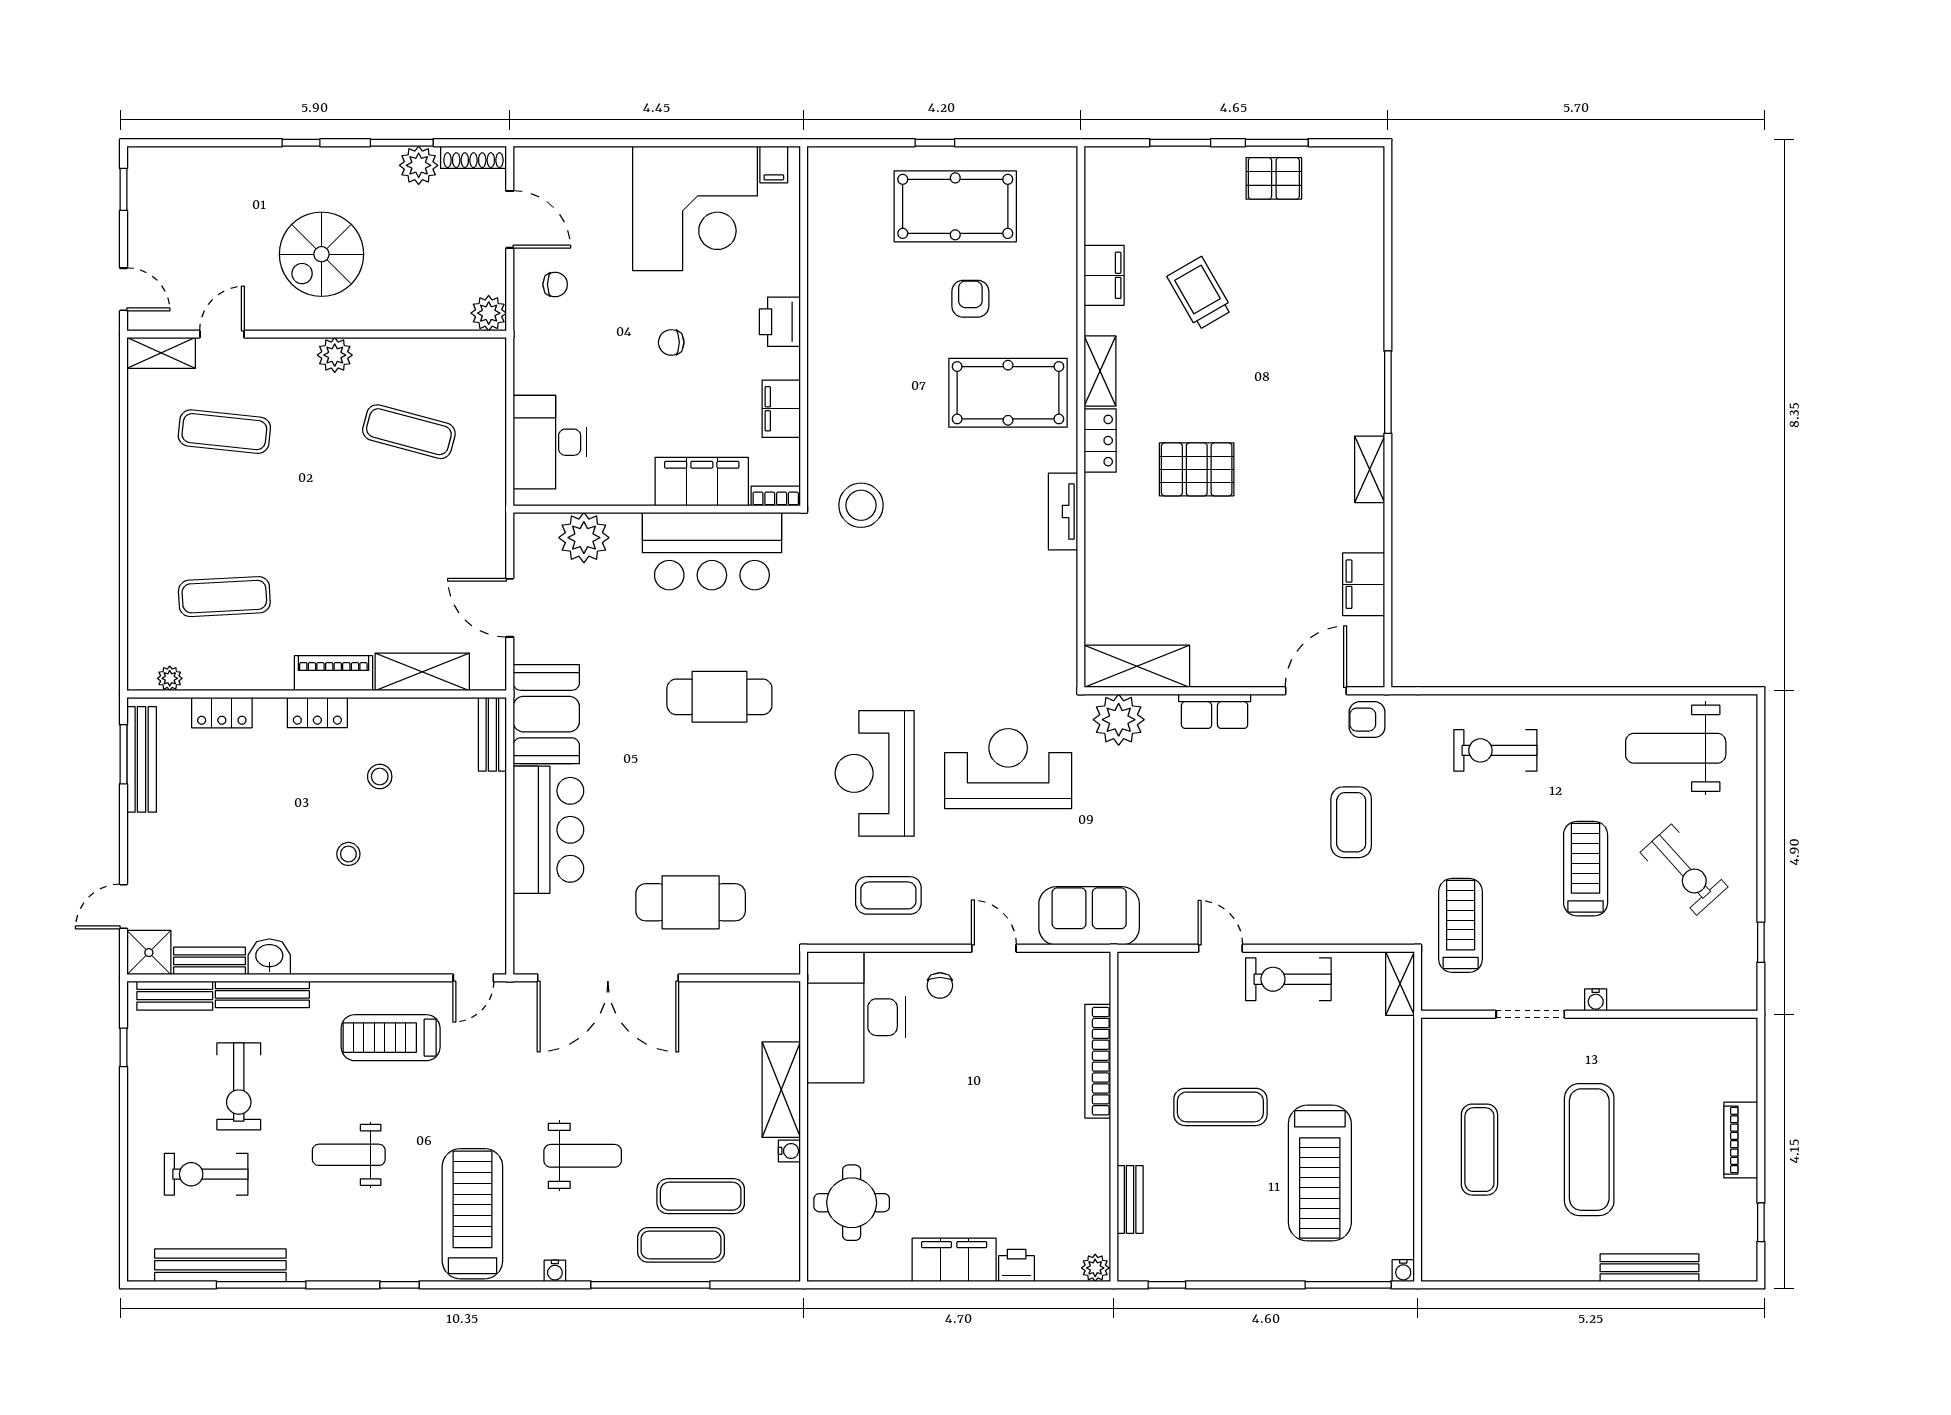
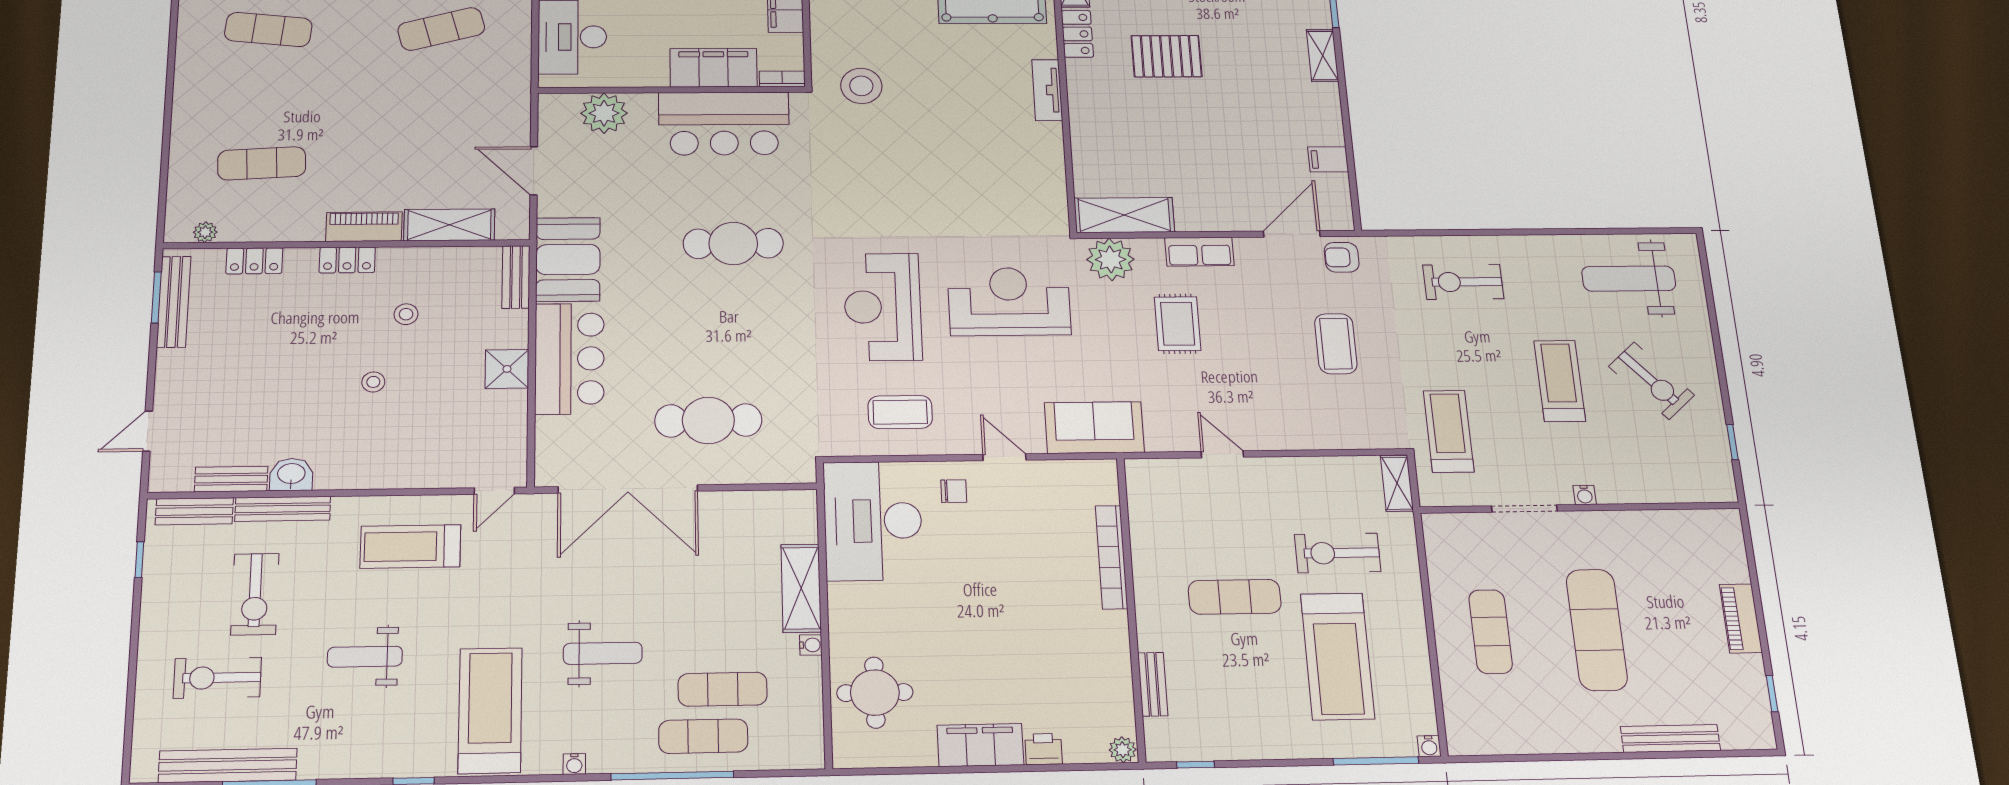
exercise mat: (409, 432) -> (441, 29), turned -30
filing cabinet: (1364, 584) -> (1328, 159), width x0.50
rug: (1185, 797) -> (1178, 324), added
shower: (149, 953) -> (507, 369), moved
exercise bike: (1288, 979) -> (1338, 553), moved
chair: (940, 986) -> (954, 491), turned -90

